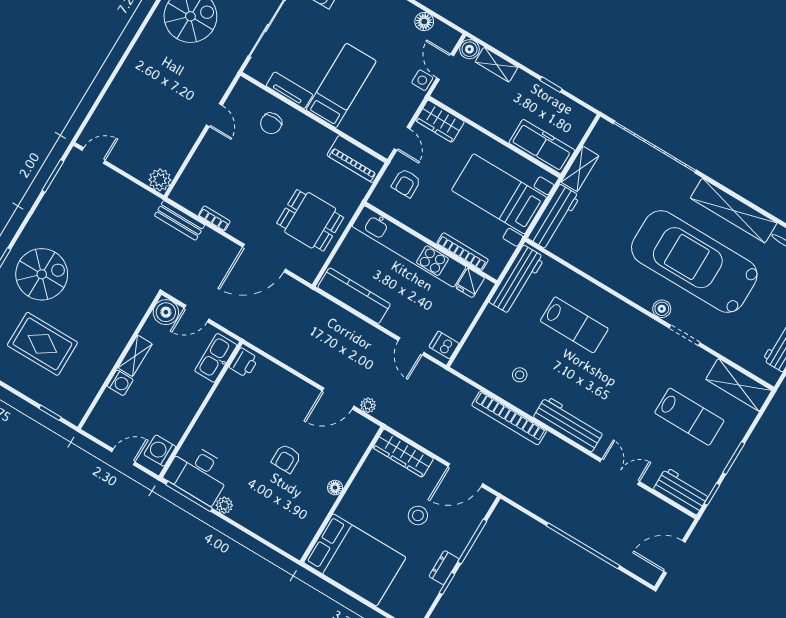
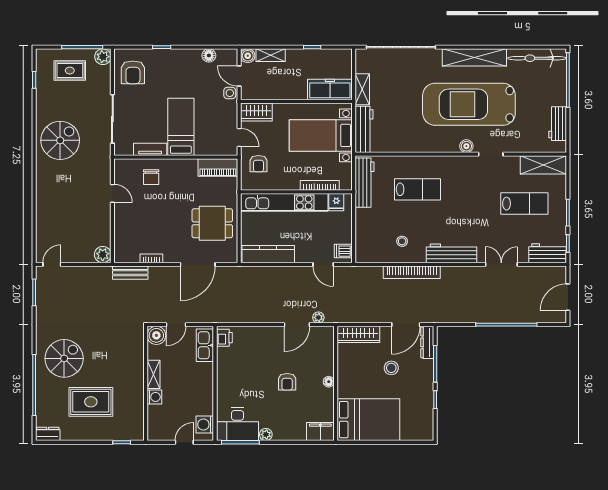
filing cabinet: (290, 540) -> (320, 432), added
dresser: (444, 568) -> (427, 342), moved, width x1.44

